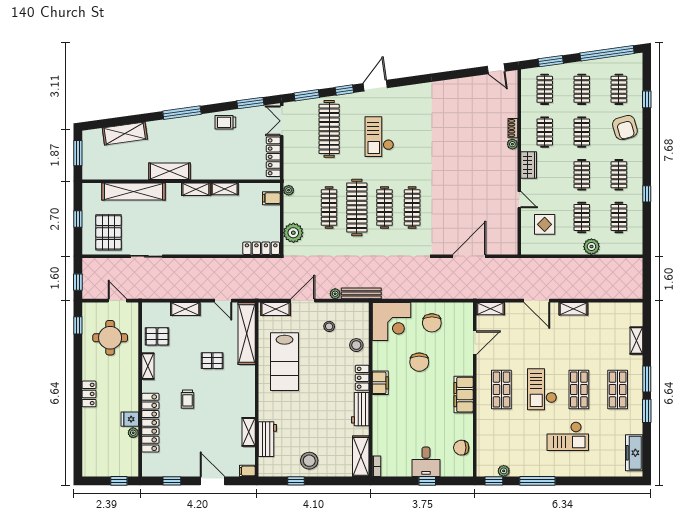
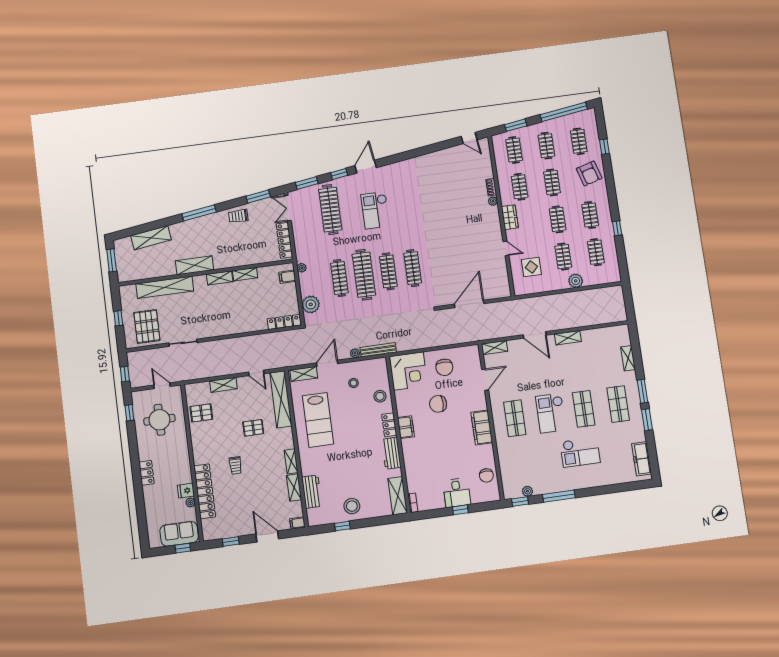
chair: (419, 362) -> (438, 404), turned 90
shelving: (148, 366) -> (291, 461), moved
chair: (461, 448) -> (486, 475), turned -91
sofa: (117, 465) -> (179, 534), added

